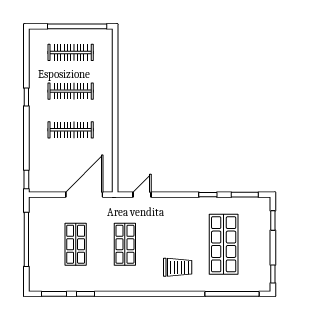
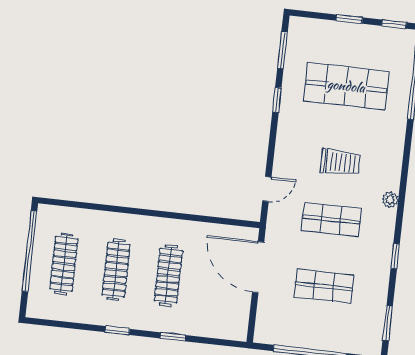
window: (26, 180) -> (173, 337), moved
door: (142, 195) -> (267, 189), swing flipped
window: (273, 220) -> (349, 19), moved
trolley: (178, 267) -> (340, 162), moved, turned 90
plant: (144, 286) -> (390, 200), added
window: (85, 294) -> (395, 256), moved

